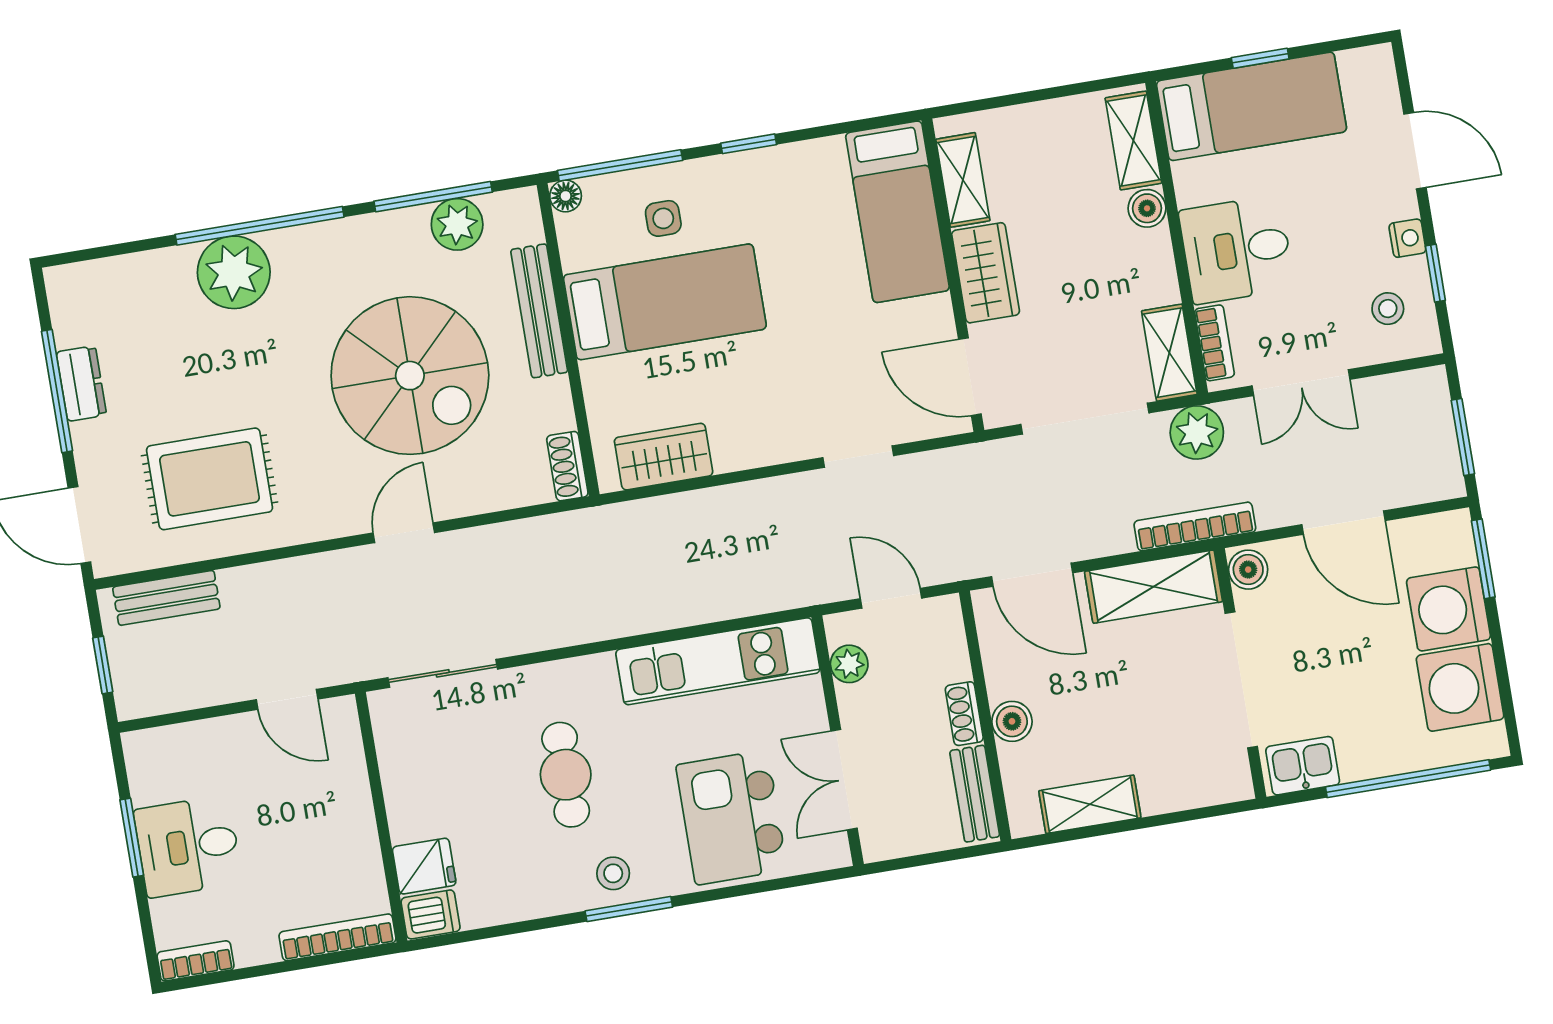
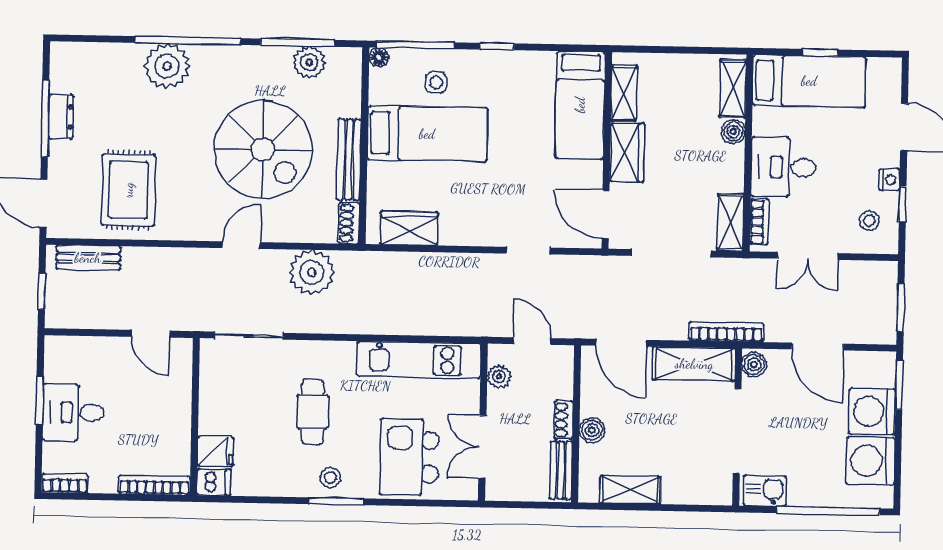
bench: (539, 311) -> (349, 159), moved
plant: (1197, 432) -> (312, 272), moved, width x1.36, depth x1.36
rug: (210, 479) -> (128, 190), turned 90

